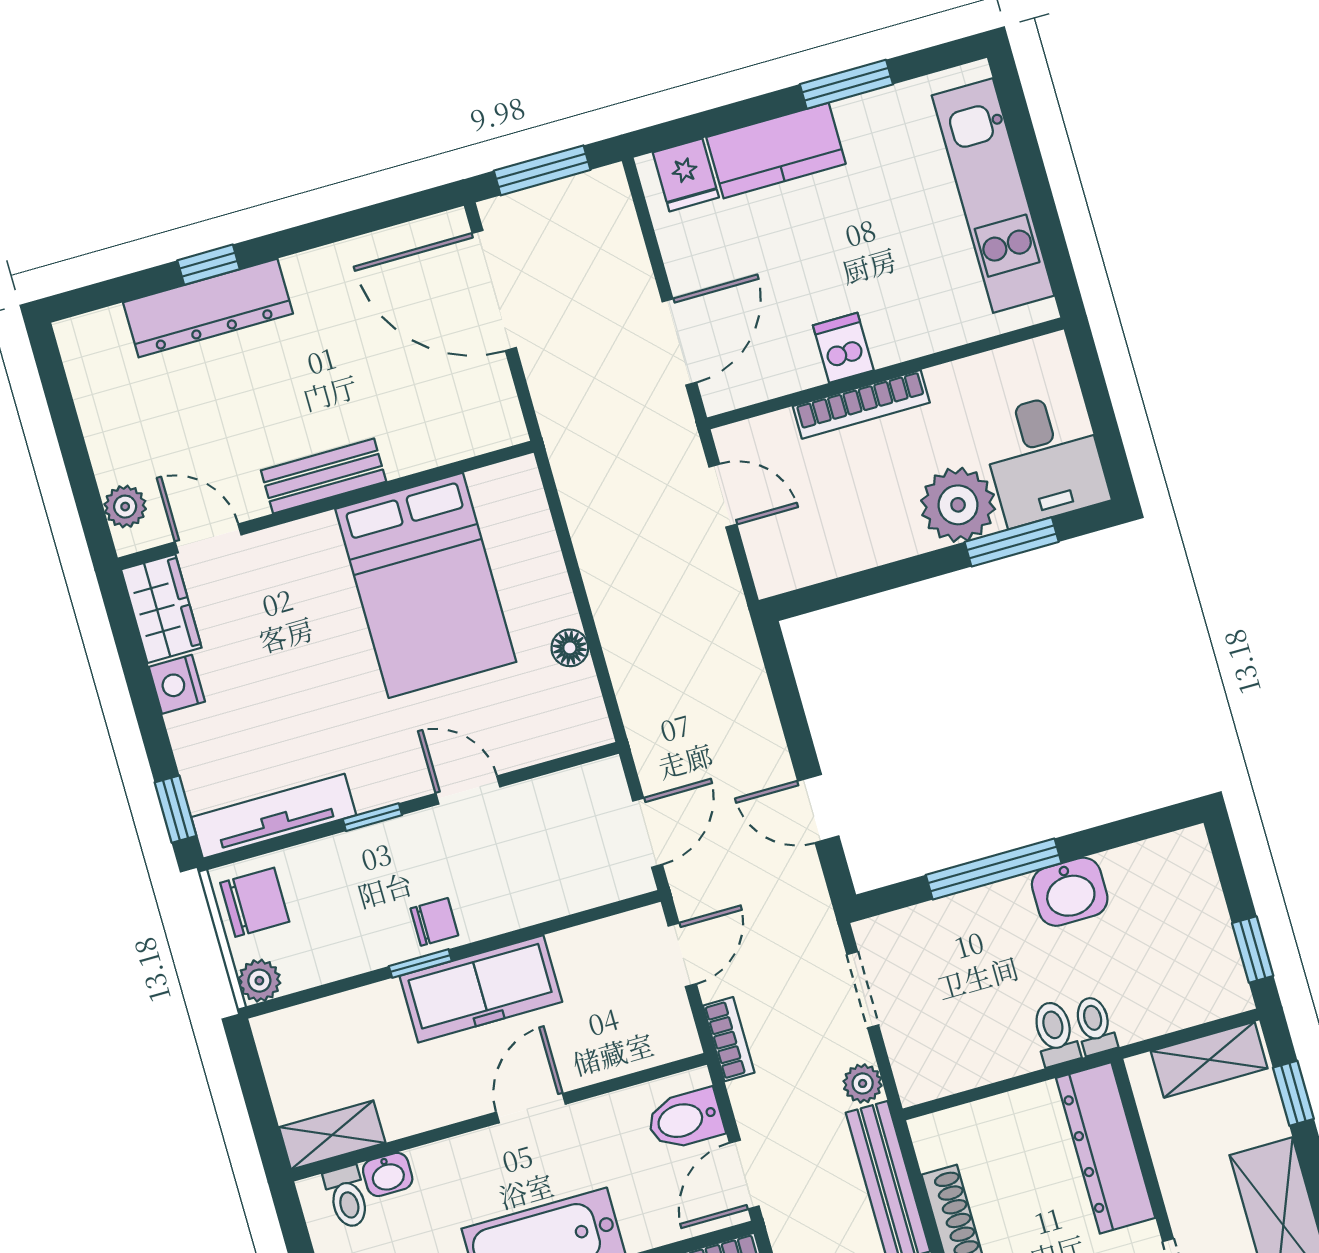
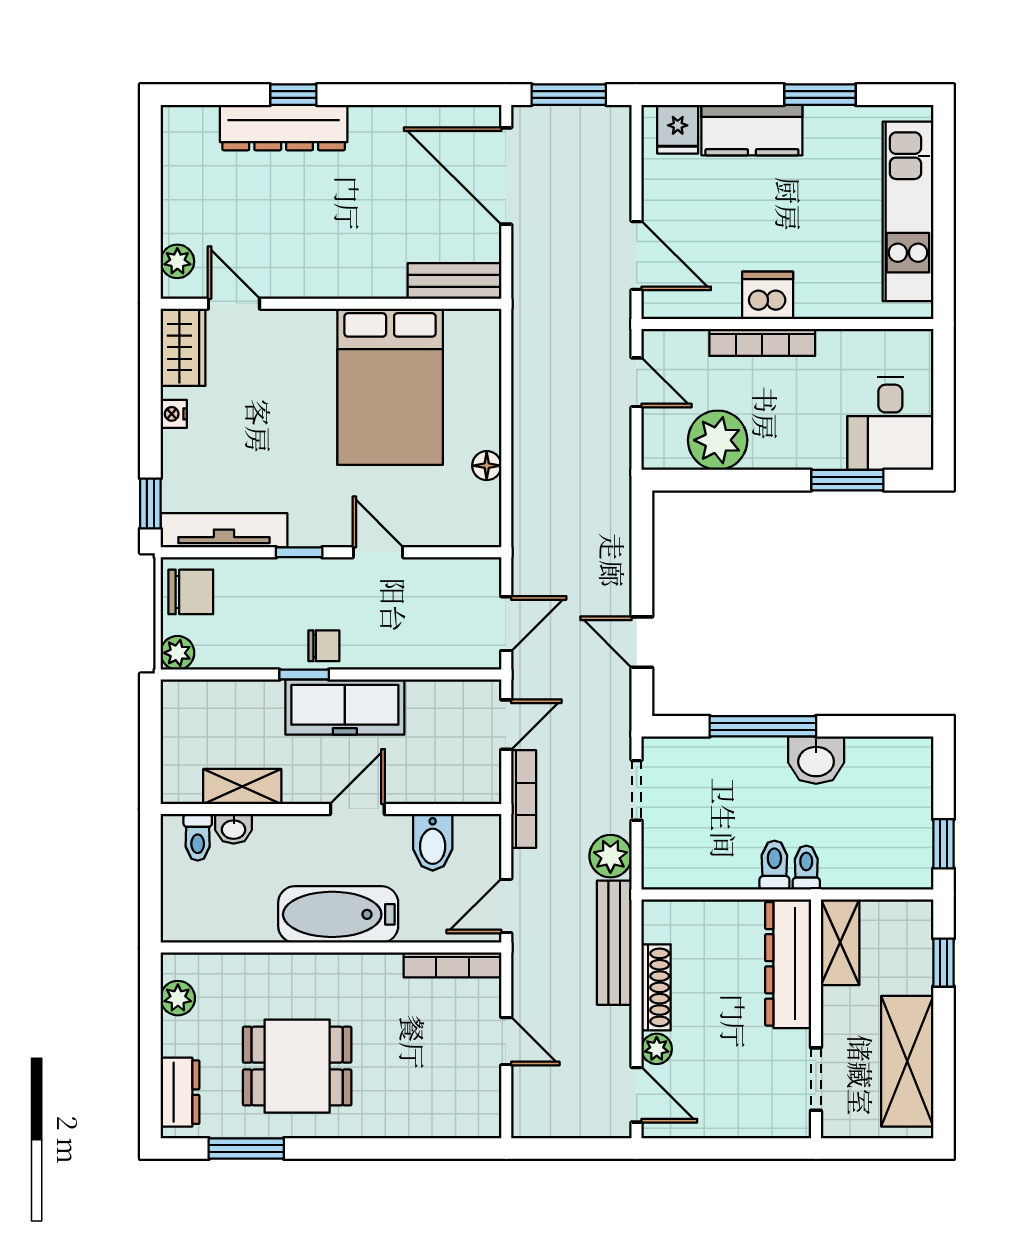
door: (679, 342) -> (637, 255), hinge flipped
dishwasher: (843, 348) -> (768, 295), width x1.38
bench: (324, 476) -> (455, 281), moved
plant: (958, 505) -> (718, 440), moved
nightstand: (177, 684) -> (174, 414), width x0.72, depth x0.74
bookcase: (729, 1039) -> (524, 799), width x1.56
shelving: (1209, 1060) -> (840, 942), moved, turned 90
plant: (863, 1083) -> (610, 856), width x1.38, depth x1.38
bidet: (685, 1119) -> (433, 842), moved, turned -90
shelving: (332, 1135) -> (242, 787), moved

